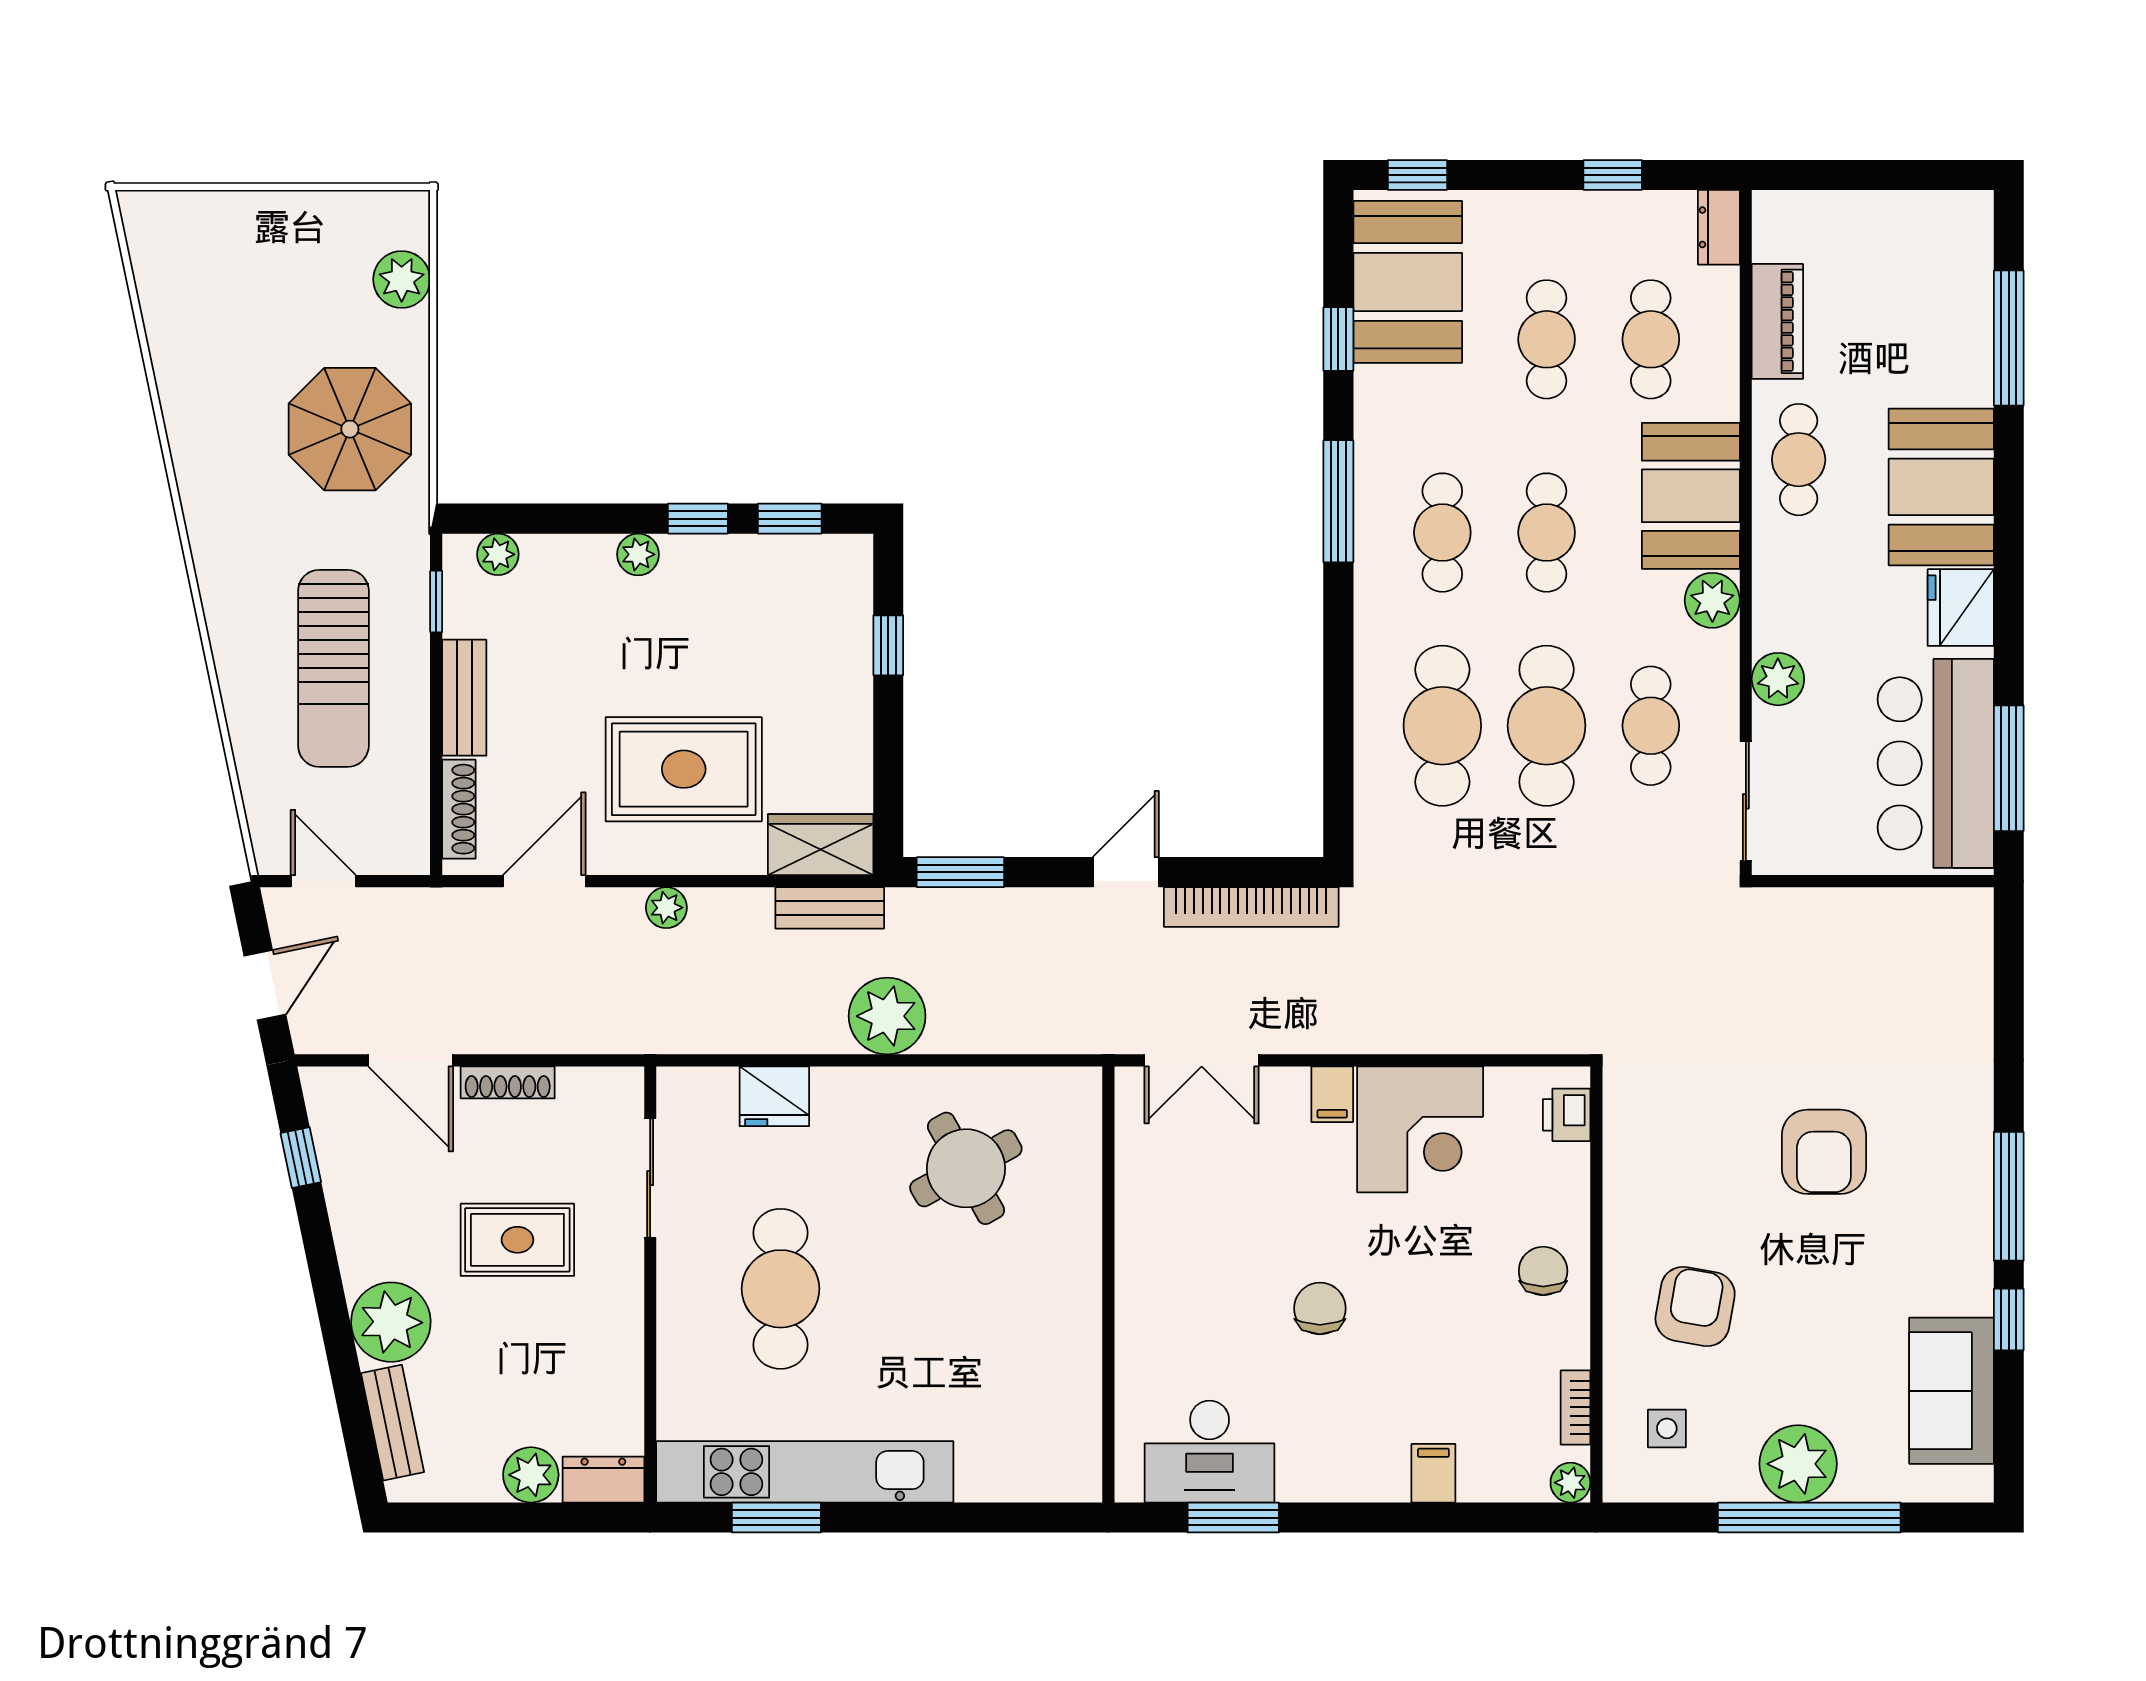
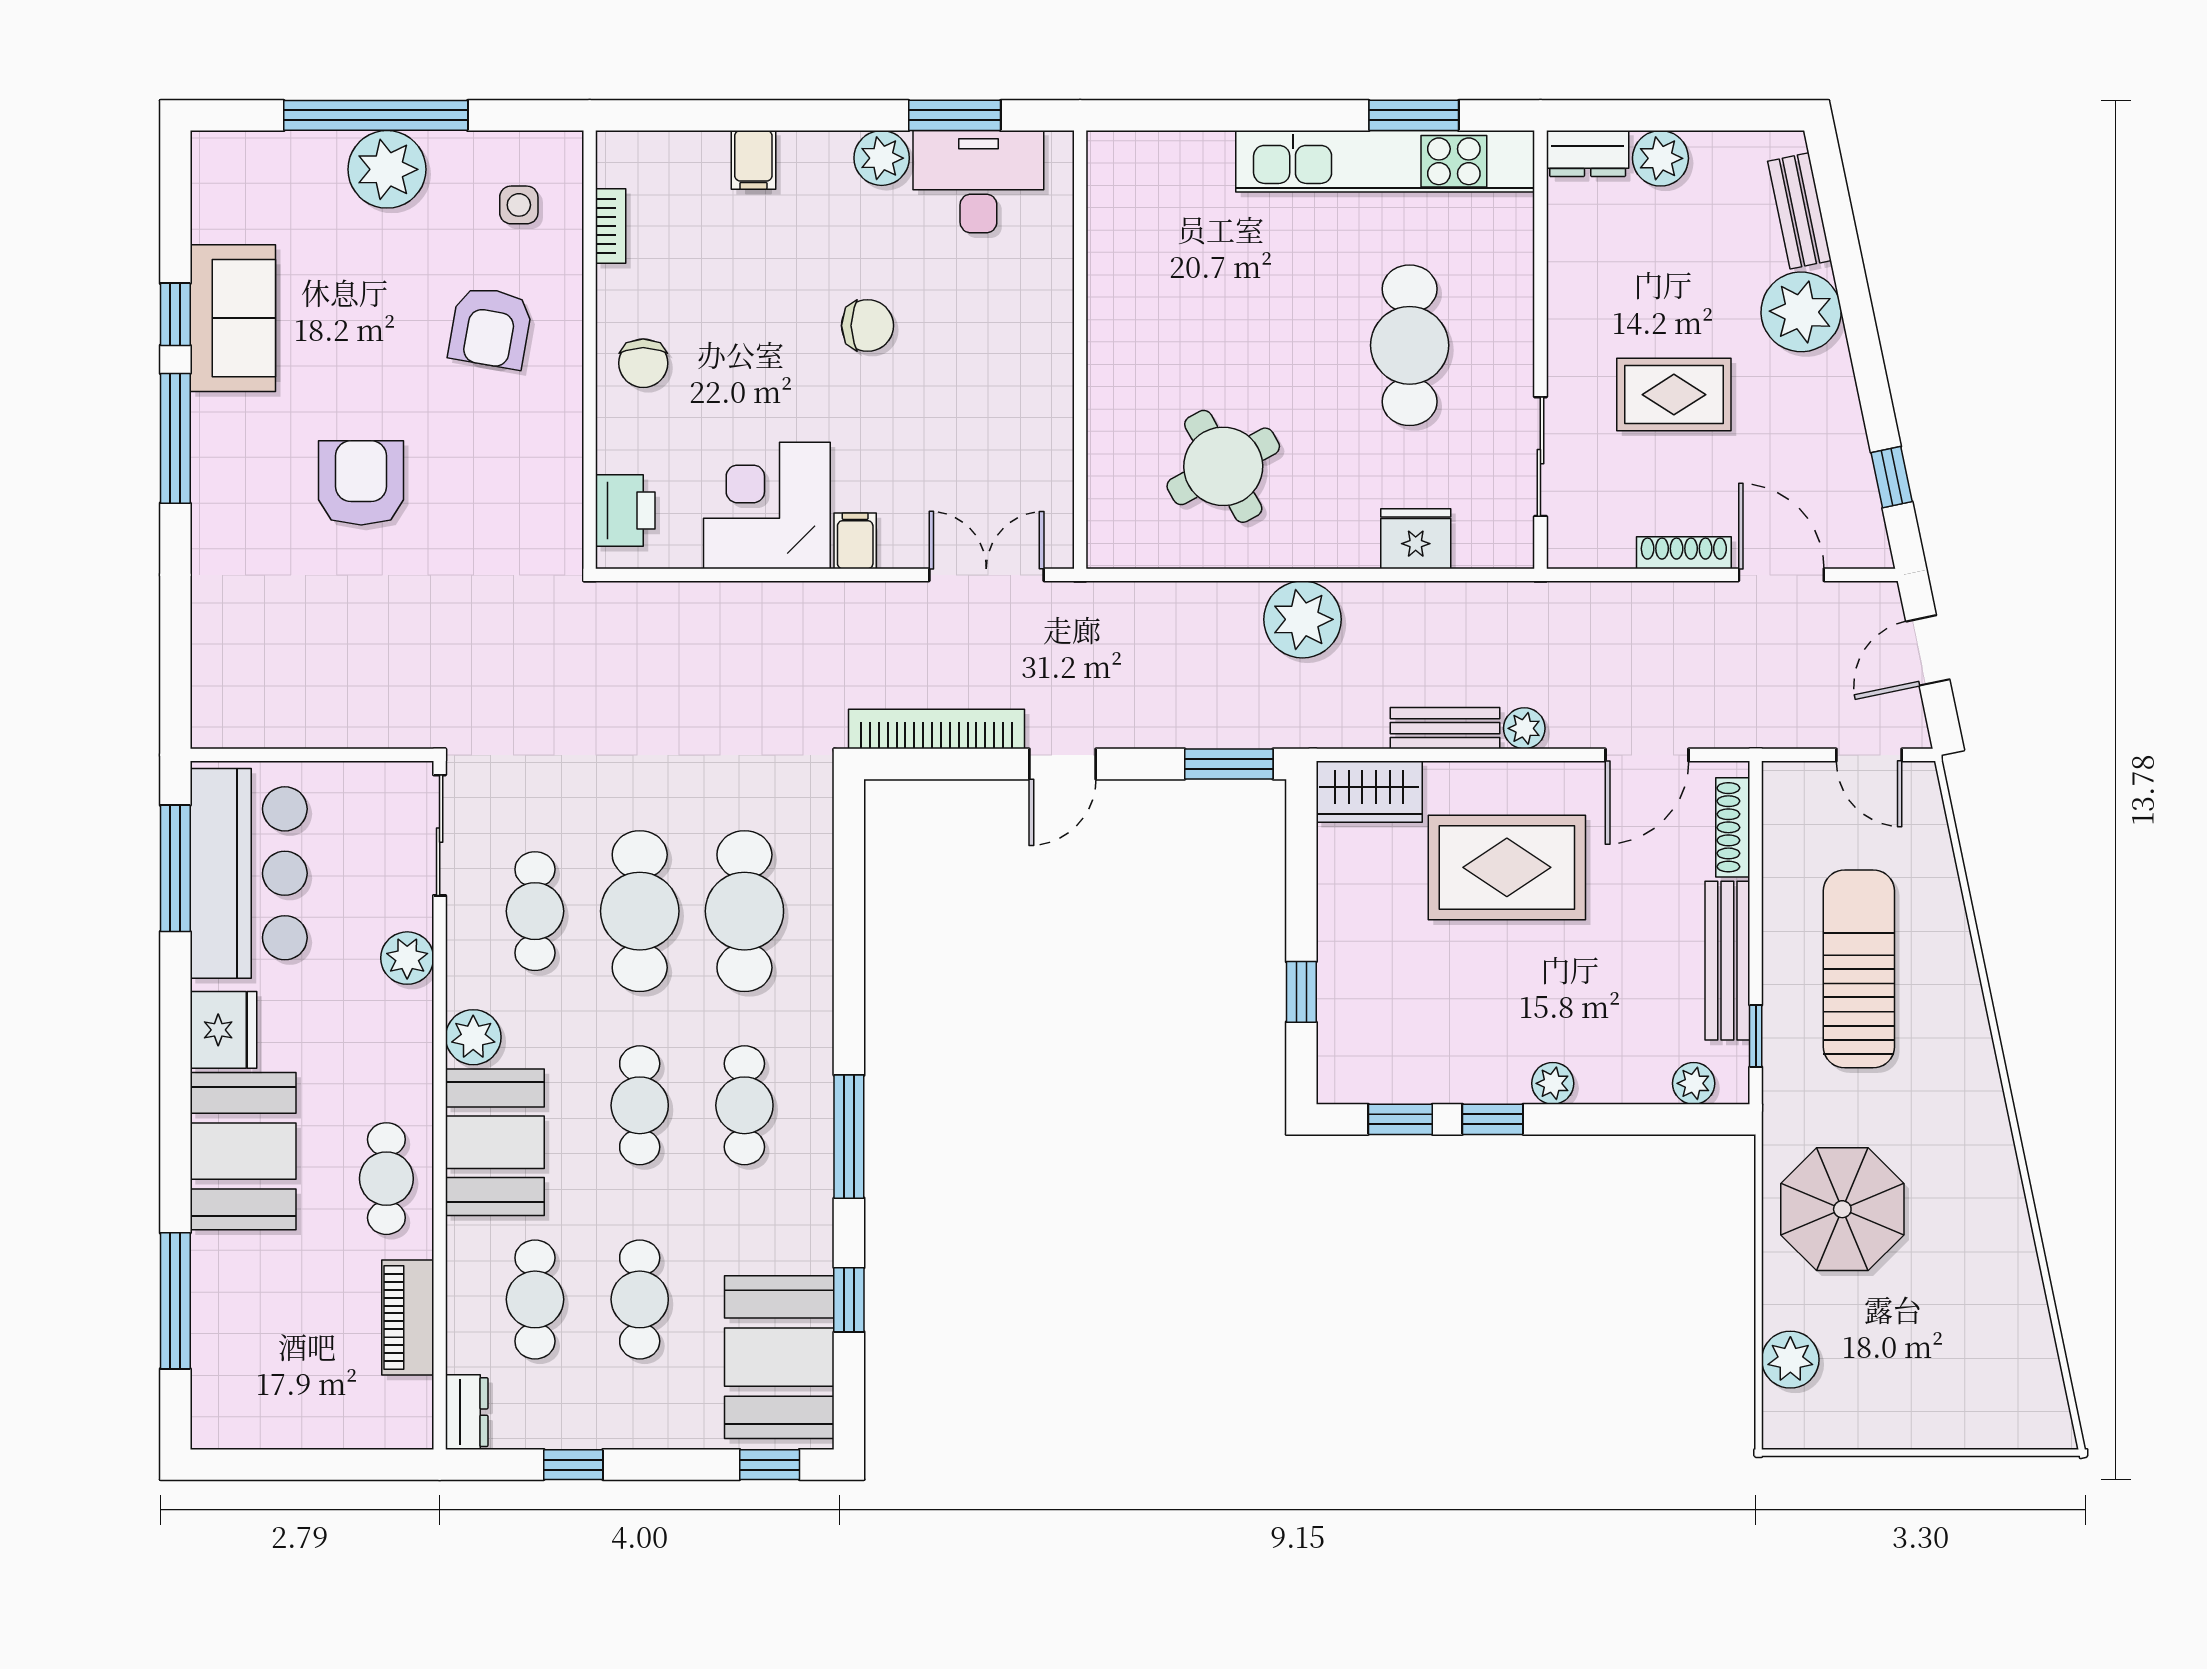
bench: (464, 698) -> (1727, 961), width x1.36
bench: (830, 908) -> (1445, 728), moved
printer: (1567, 1115) -> (625, 510), width x1.36, depth x1.24
chair: (1320, 1308) -> (867, 326), turned -90
sofa: (1951, 1391) -> (233, 318), moved
plant: (1570, 1483) -> (882, 158), moved, width x1.38, depth x1.38

